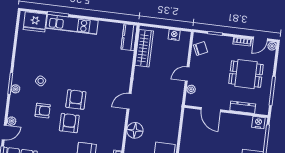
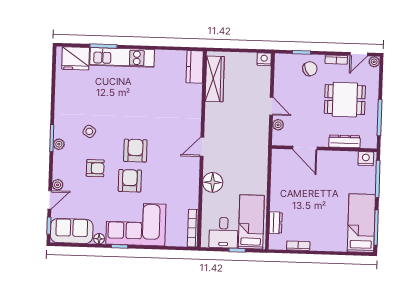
nightstand: (174, 35) -> (264, 59), moved
chair: (200, 49) -> (310, 69), moved
door: (187, 74) -> (271, 106), swing flipped

